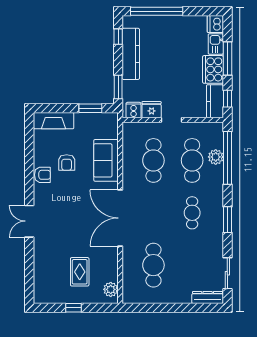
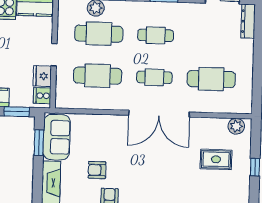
sofa: (106, 160) -> (57, 137), moved, turned -90
armchair: (67, 163) -> (97, 170), turned 180
cafe table: (153, 213) -> (154, 77), added

